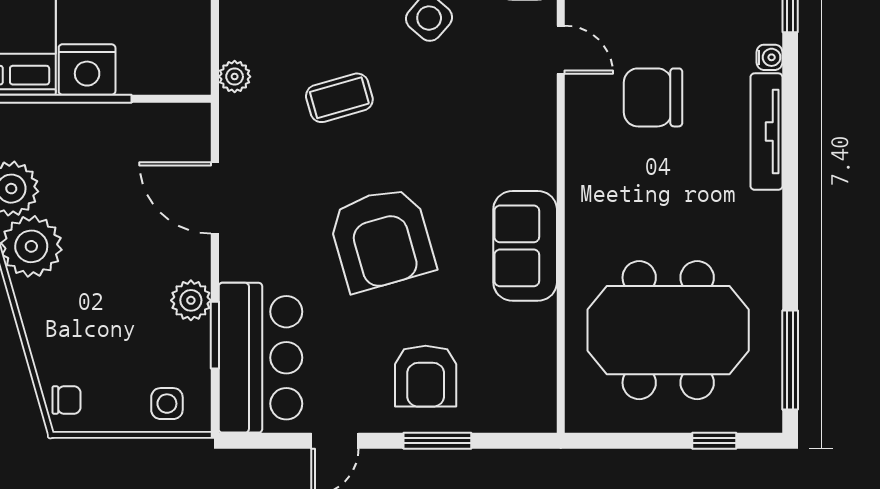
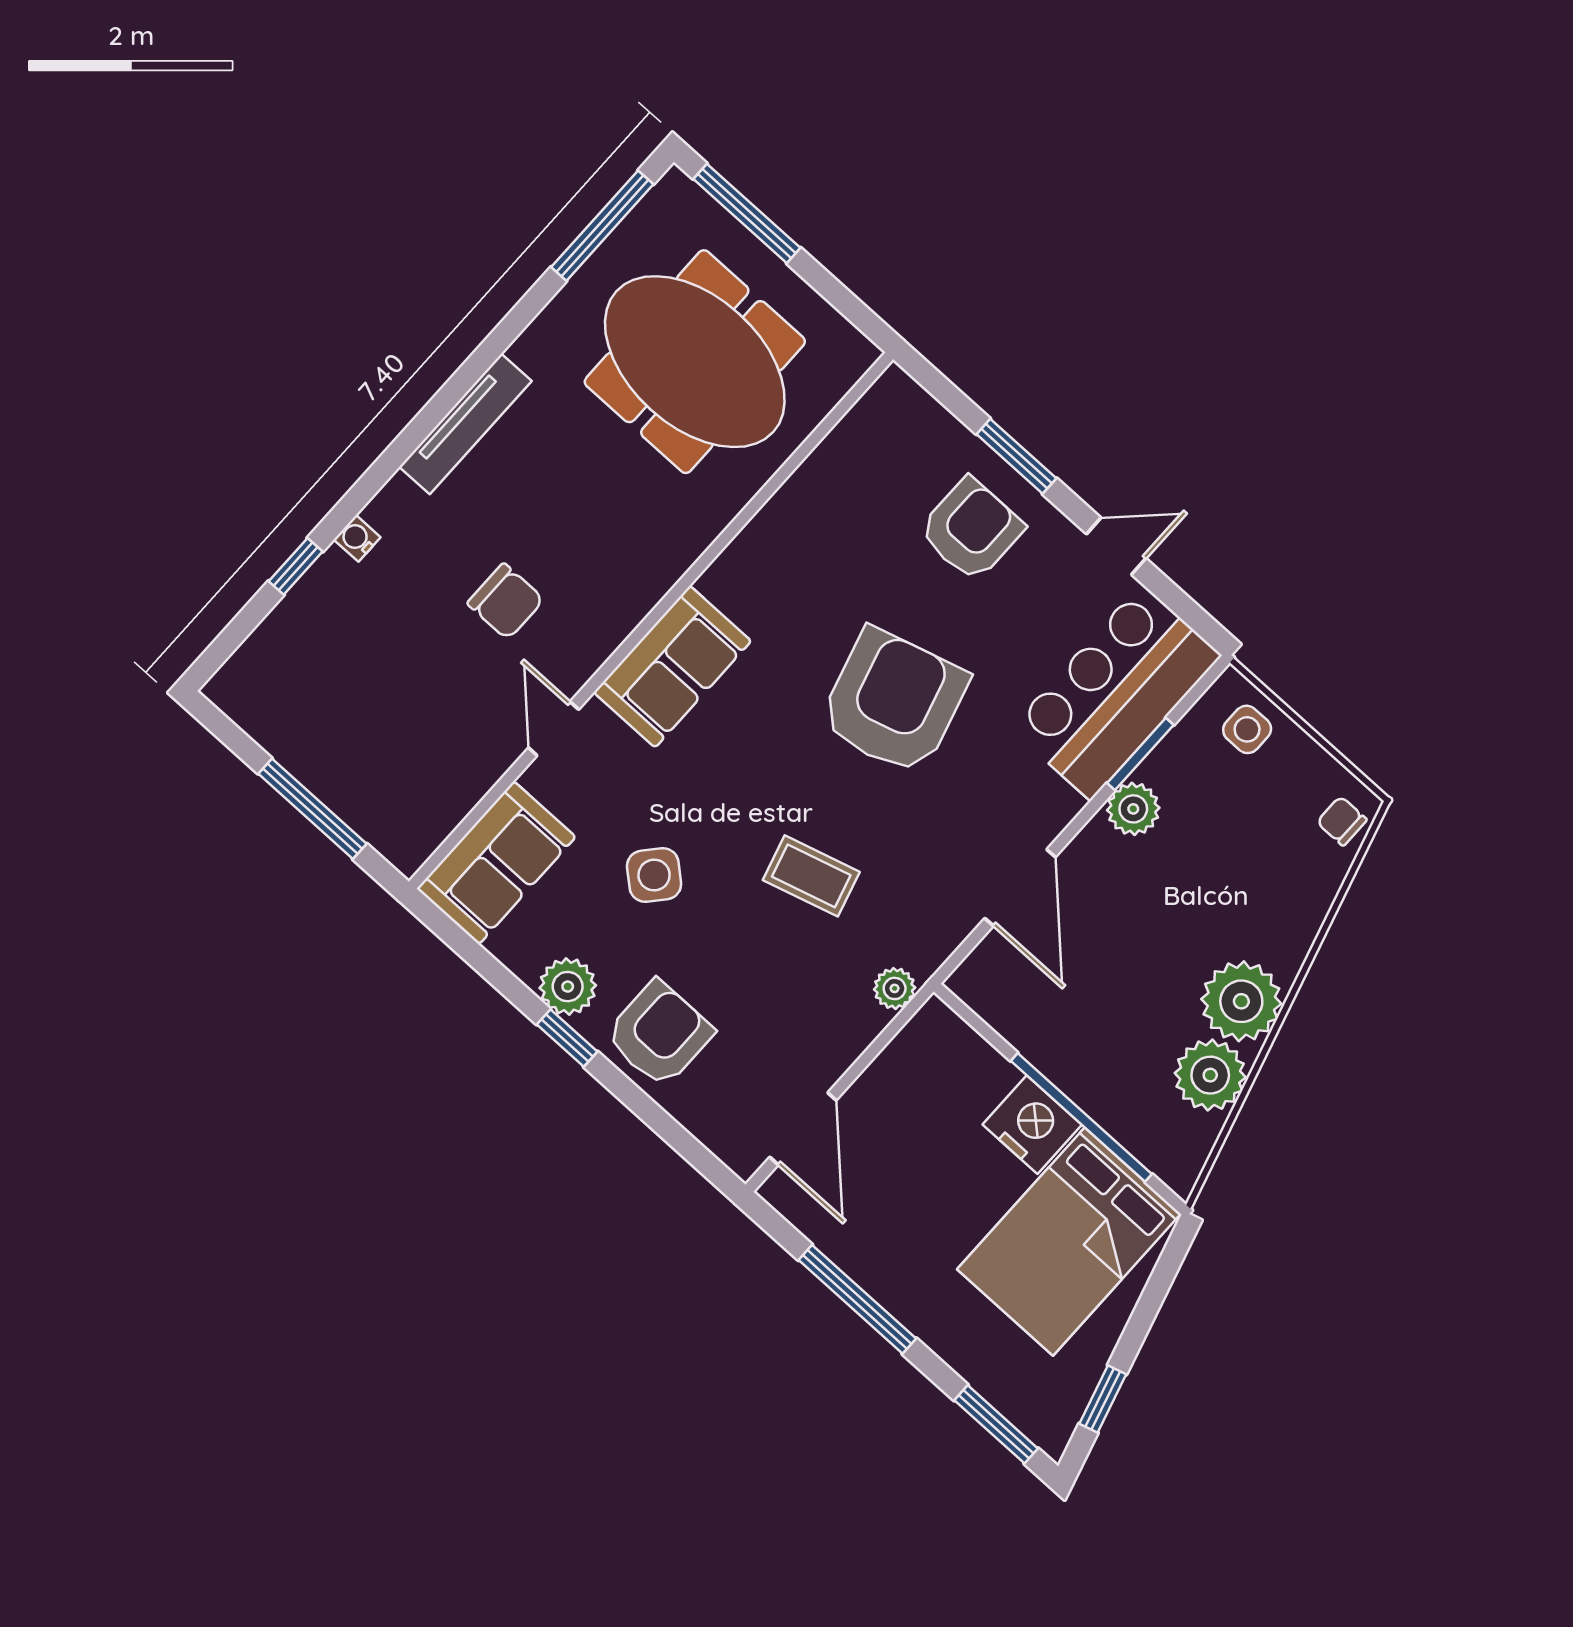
chair: (653, 97) -> (506, 601), width x0.73, depth x0.73
tv unit: (766, 132) -> (465, 424), moved
sofa: (525, 246) -> (672, 667), moved
window: (714, 441) -> (747, 213), width x2.17

